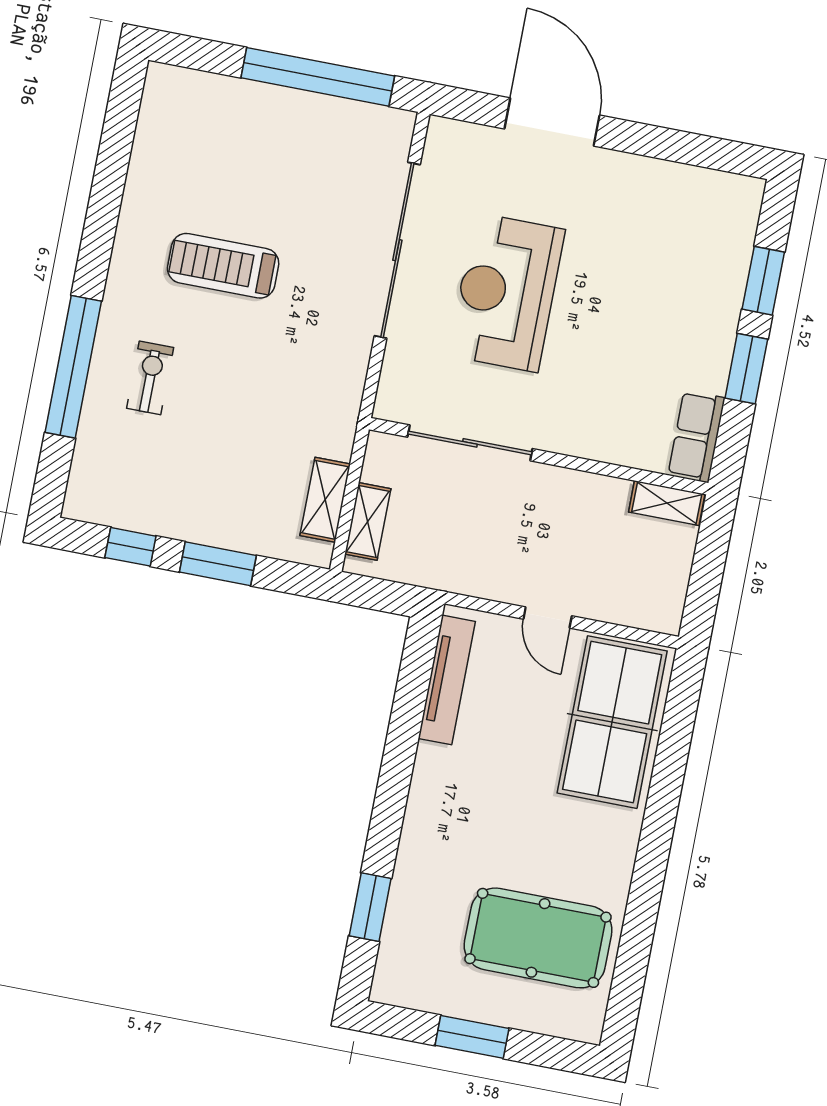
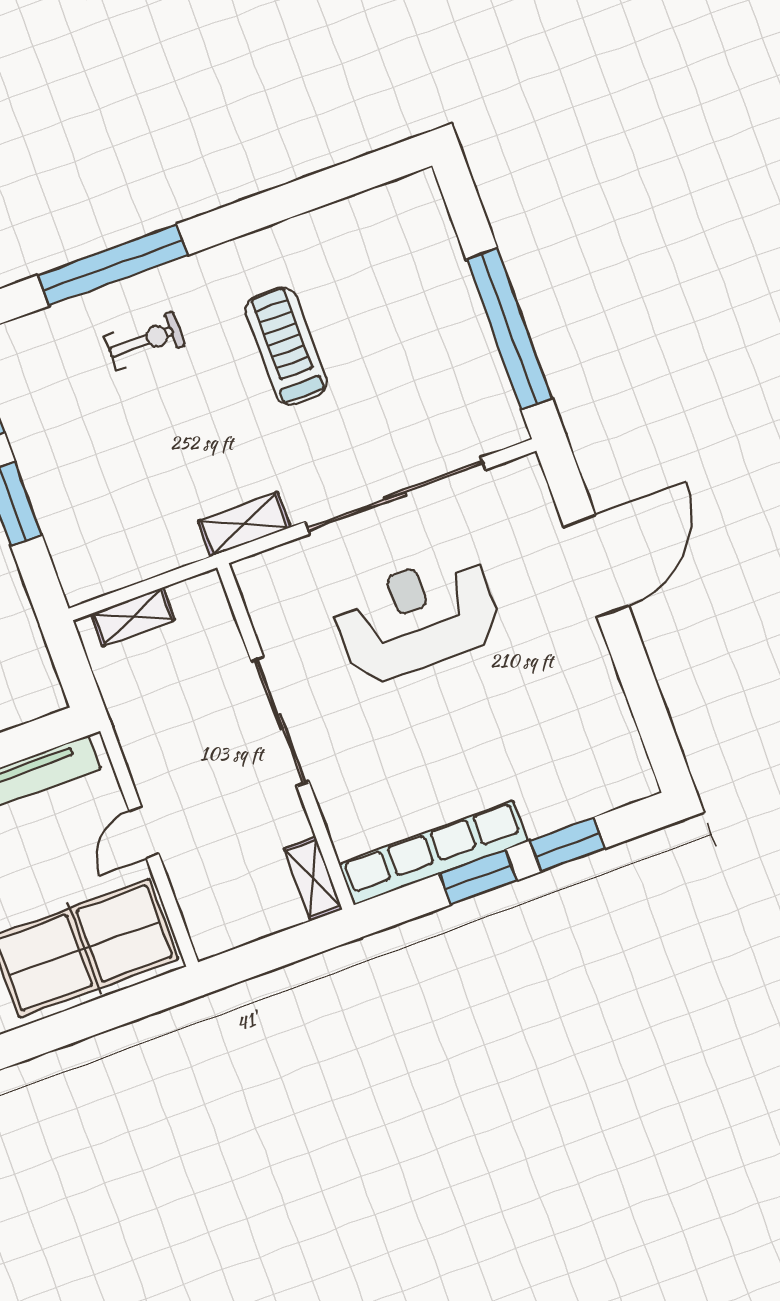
row of seats: (696, 436) -> (434, 853), width x2.02
sliding door: (470, 443) -> (280, 722), moved
shelving: (325, 500) -> (244, 524), moved

